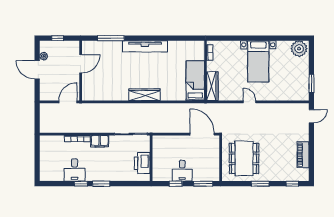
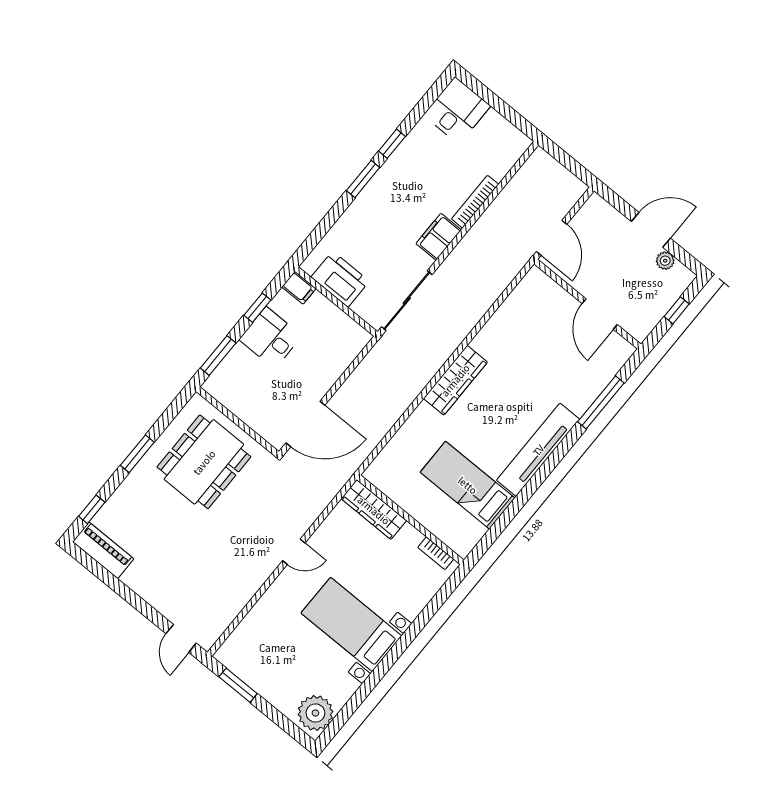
bed: (195, 81) -> (468, 485), moved, turned 180
piano: (303, 155) -> (103, 550), moved
dining table: (244, 158) -> (204, 462), turned 90
desk: (75, 170) -> (457, 110), moved, turned 90
filing cabinet: (157, 175) -> (299, 288), added

